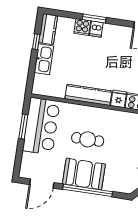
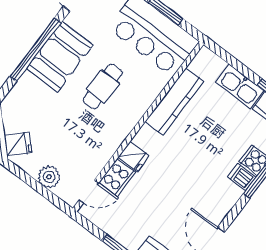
kitchen counter: (88, 95) -> (174, 101), moved

